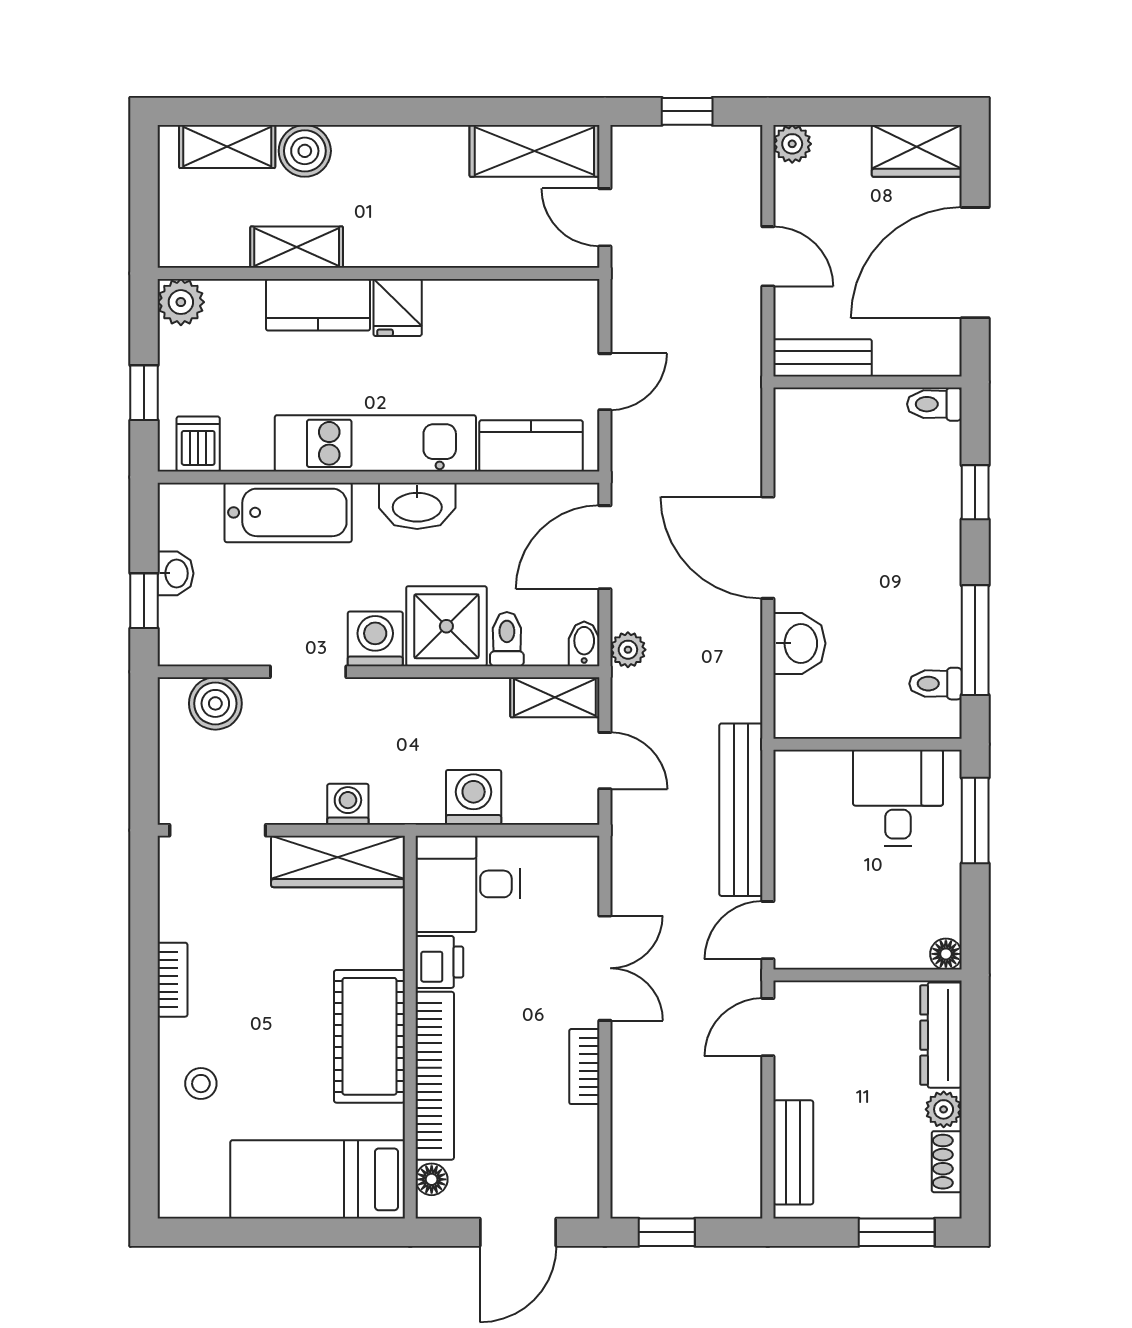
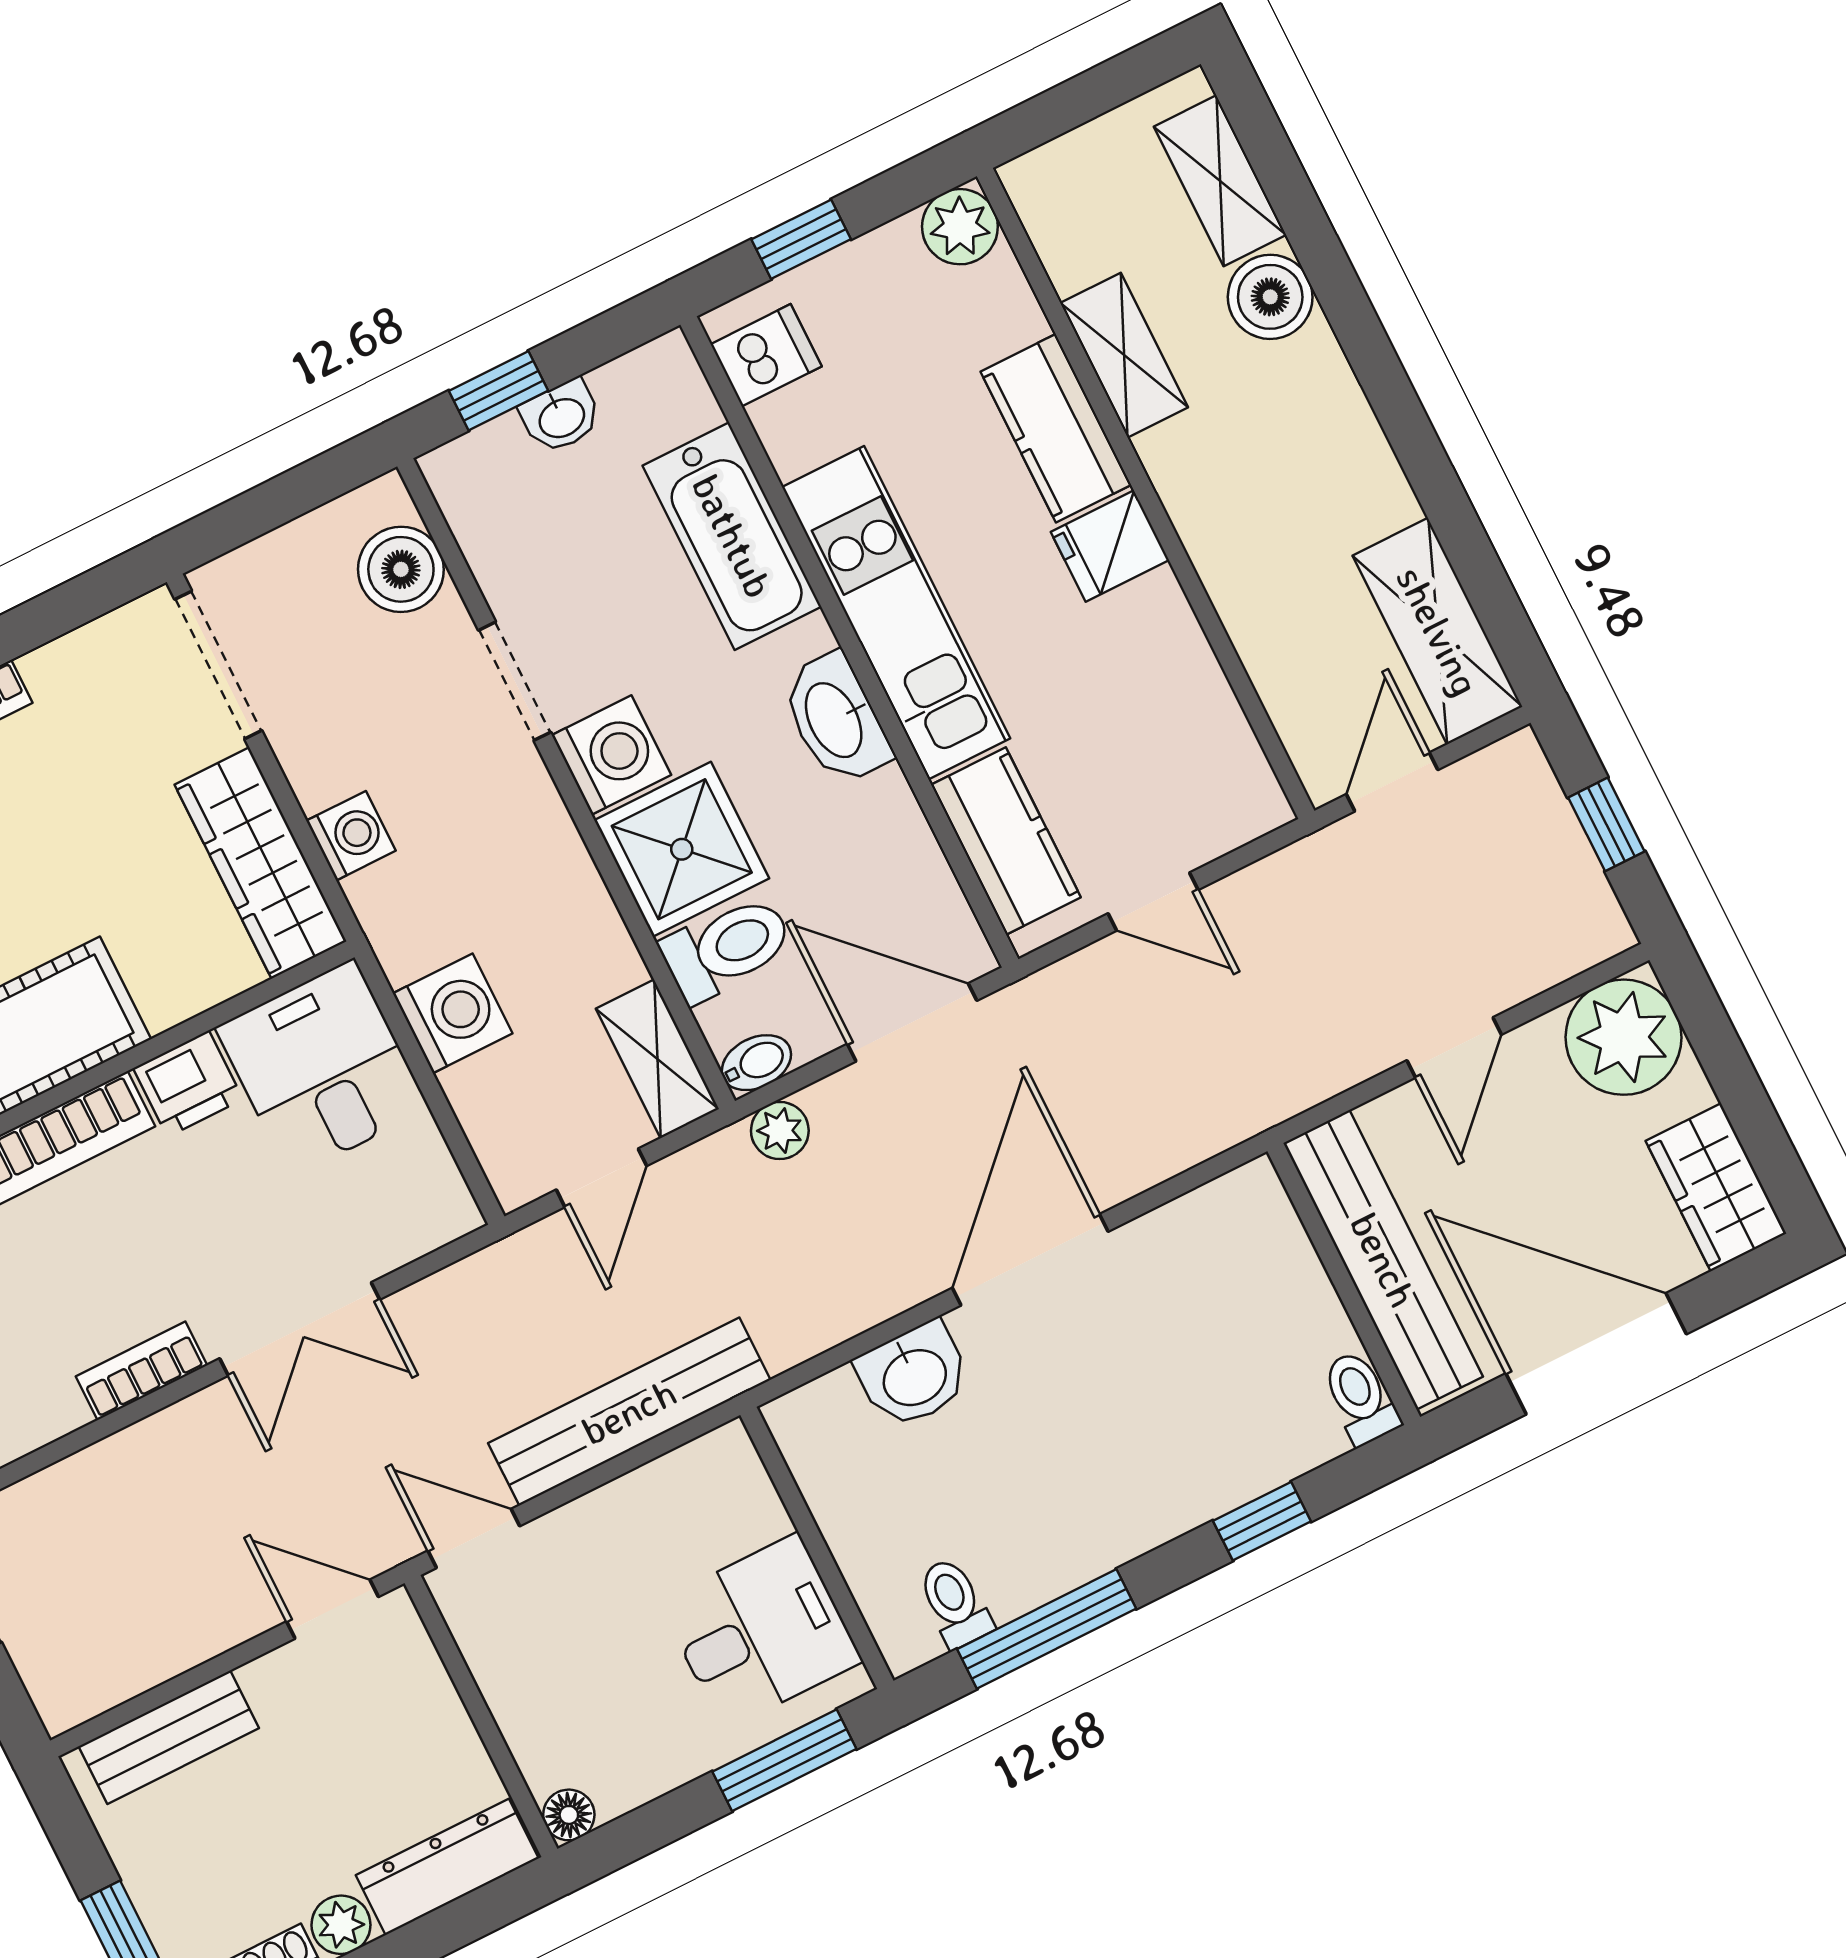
plant: (792, 144) -> (1624, 1037), width x1.88, depth x1.88
bench: (822, 358) -> (1383, 1260), width x1.86, depth x1.21
toilet: (507, 639) -> (727, 948), width x1.37, depth x1.39

